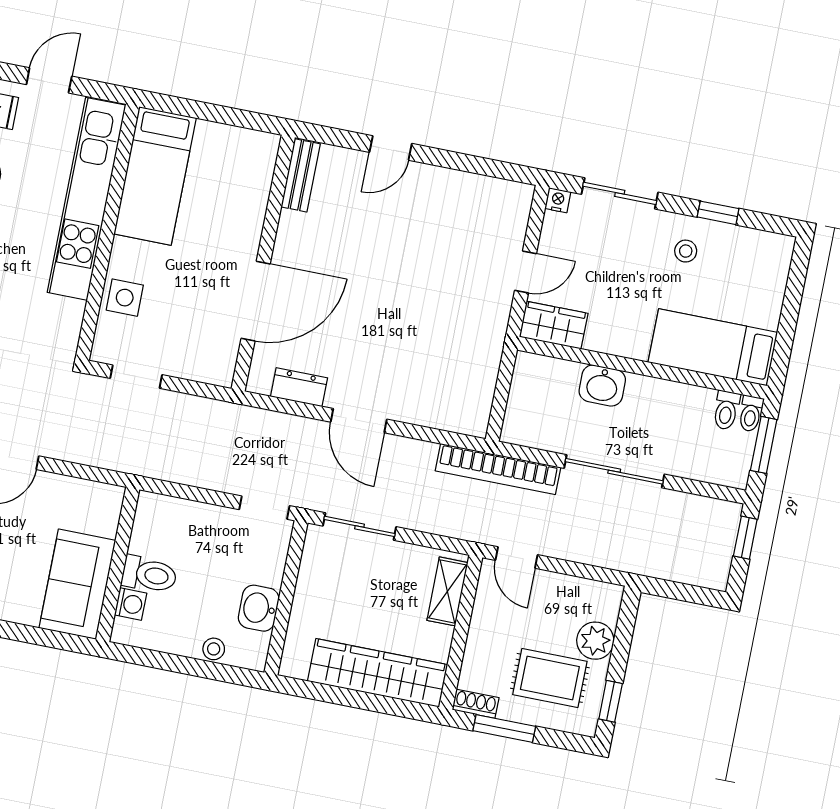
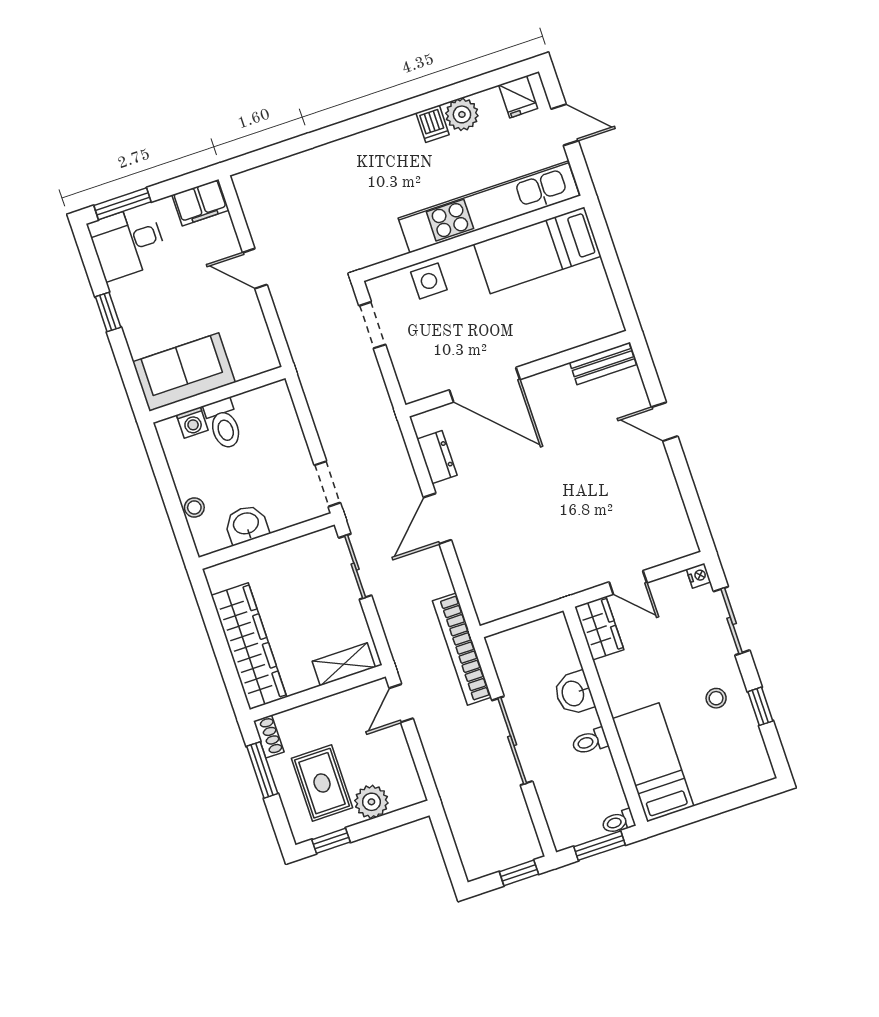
toilet: (726, 410) -> (590, 741), moved

